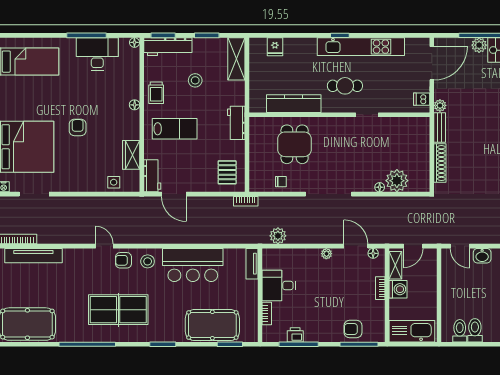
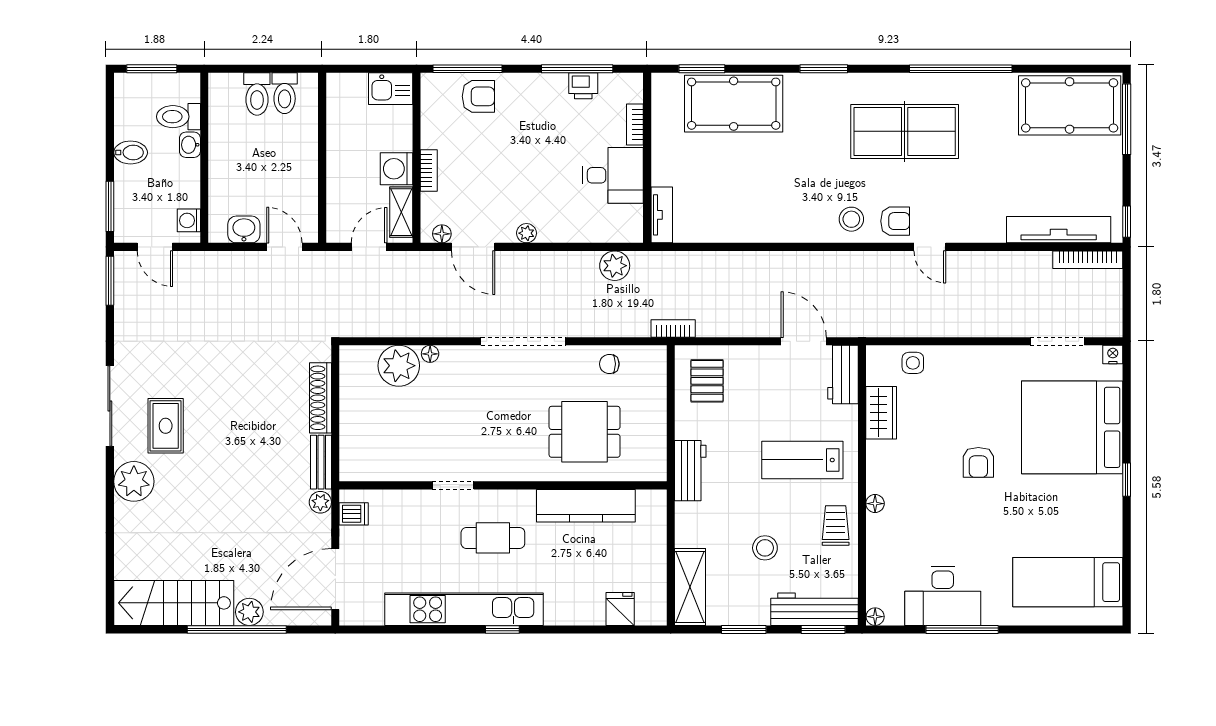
dining table: (295, 144) -> (585, 432), turned 90
bar counter: (193, 265) -> (769, 213), removed
kitchen sink: (412, 331) -> (391, 89), width x0.53, depth x0.81

